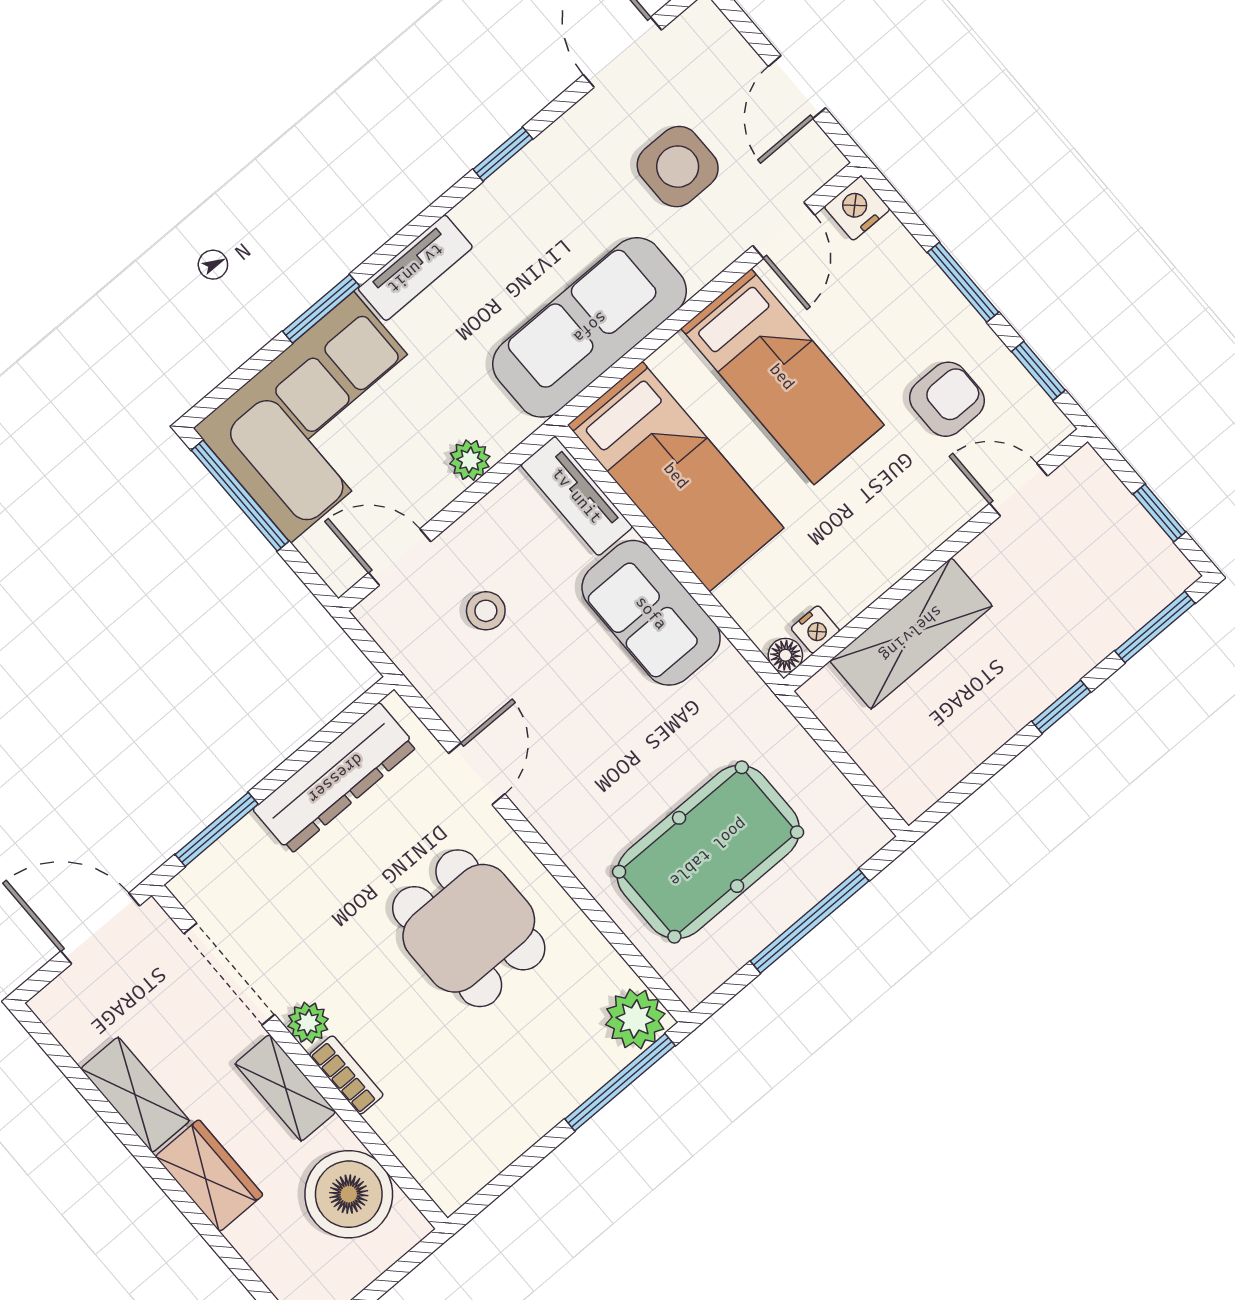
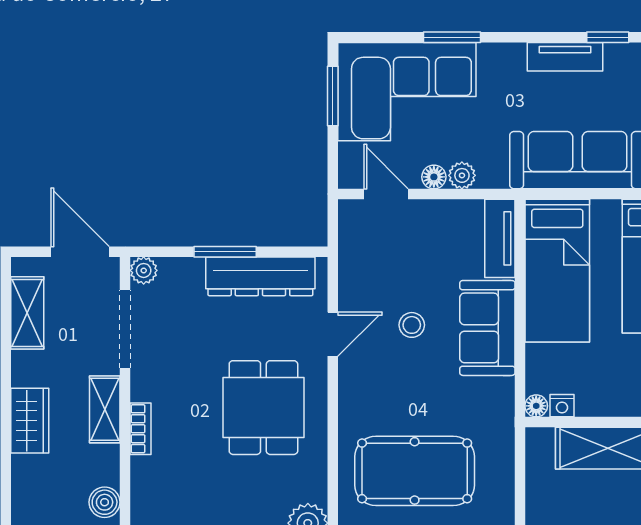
tv unit: (415, 268) -> (565, 57), moved
floor lamp: (439, 490) -> (434, 177), added
window: (240, 496) -> (333, 96), width x0.69
stool: (486, 611) -> (412, 325), moved
window: (217, 829) -> (225, 252), moved
plant: (308, 1023) -> (144, 270), moved
shelving: (135, 1095) -> (27, 313), moved
boiler: (349, 1194) -> (105, 502), width x0.54, depth x0.54

